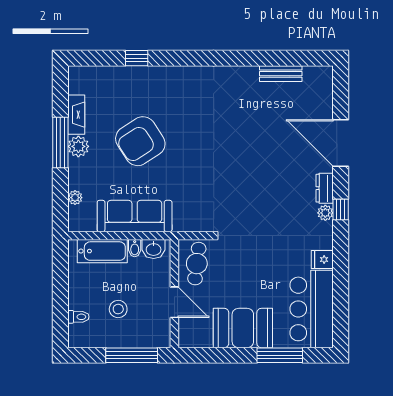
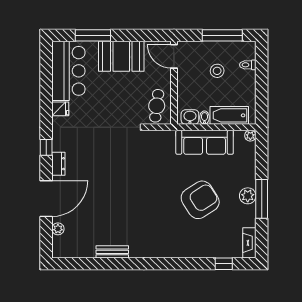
window: (137, 58) -> (224, 264), moved
bench: (281, 74) -> (112, 252), moved
fireplace: (76, 115) -> (249, 243), moved
door: (341, 143) -> (46, 199), hinge flipped
plant: (75, 198) -> (250, 136), moved
plant: (325, 213) -> (58, 229), moved
door: (174, 302) -> (174, 56), moved
window: (132, 355) -> (222, 35), moved

